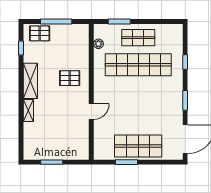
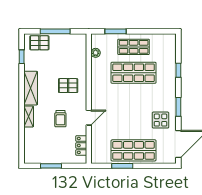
shop shelf: (138, 65) -> (134, 73), width x0.71
trolley: (62, 113) -> (60, 119), added
display table: (166, 114) -> (161, 120), added
locker: (83, 141) -> (81, 145), added

